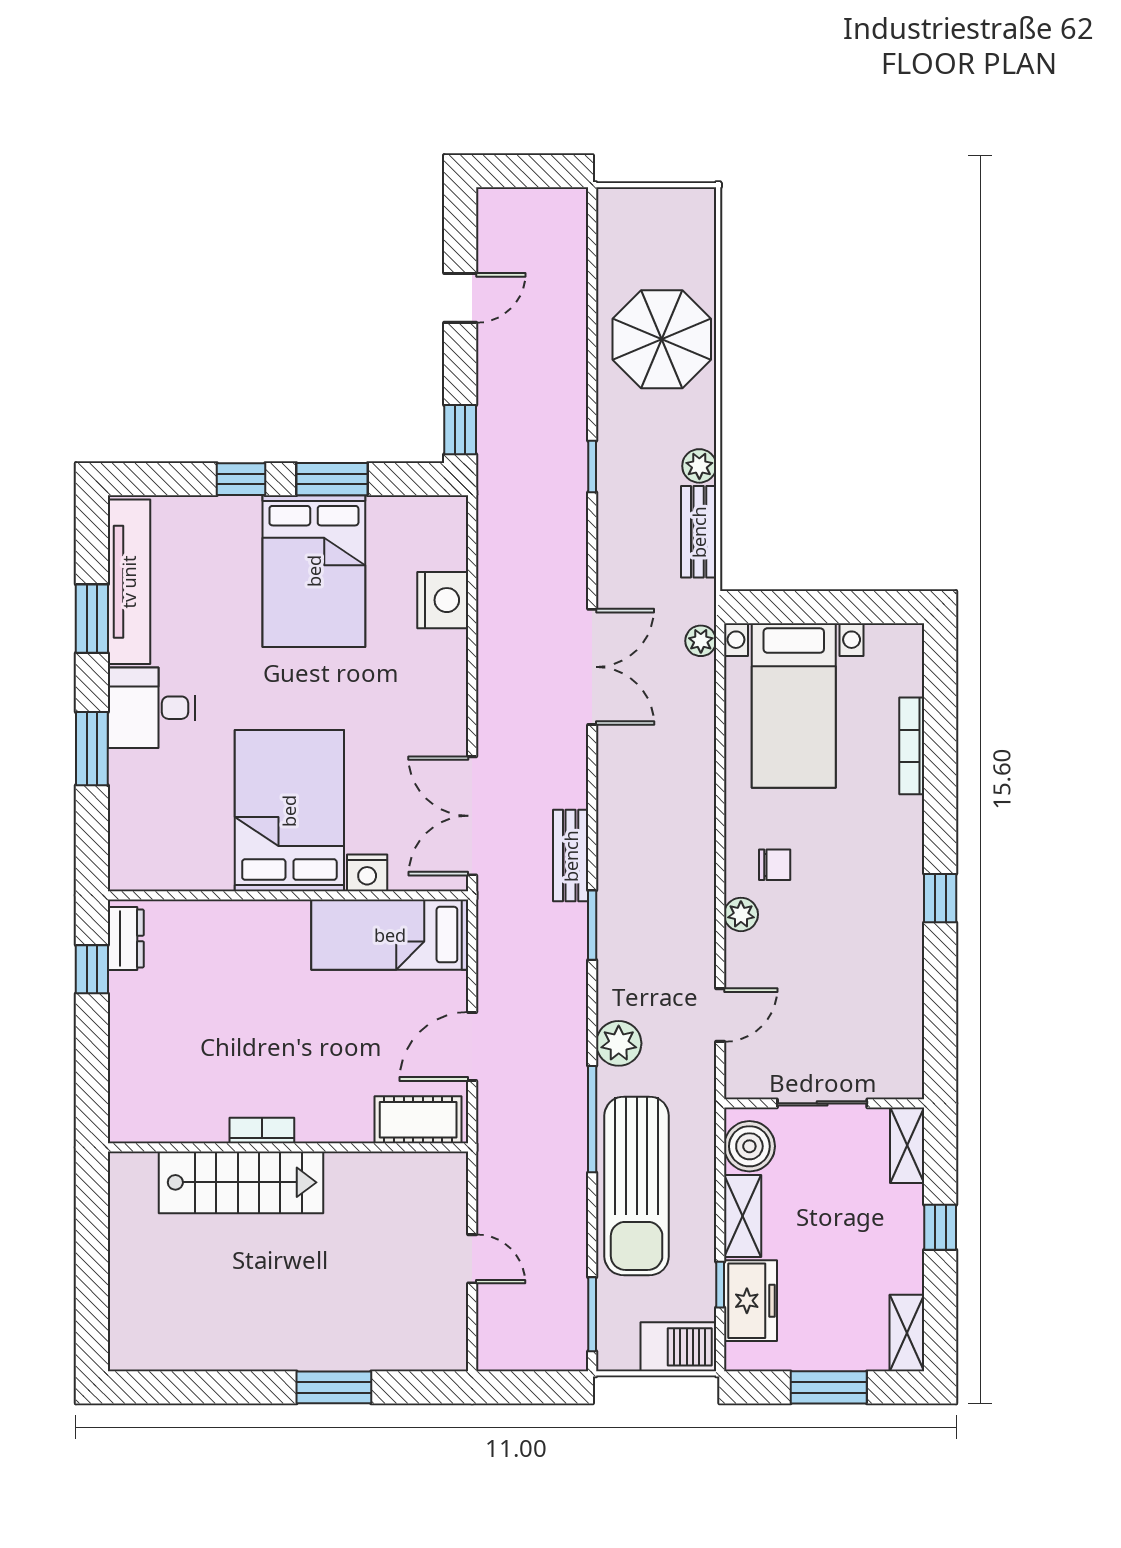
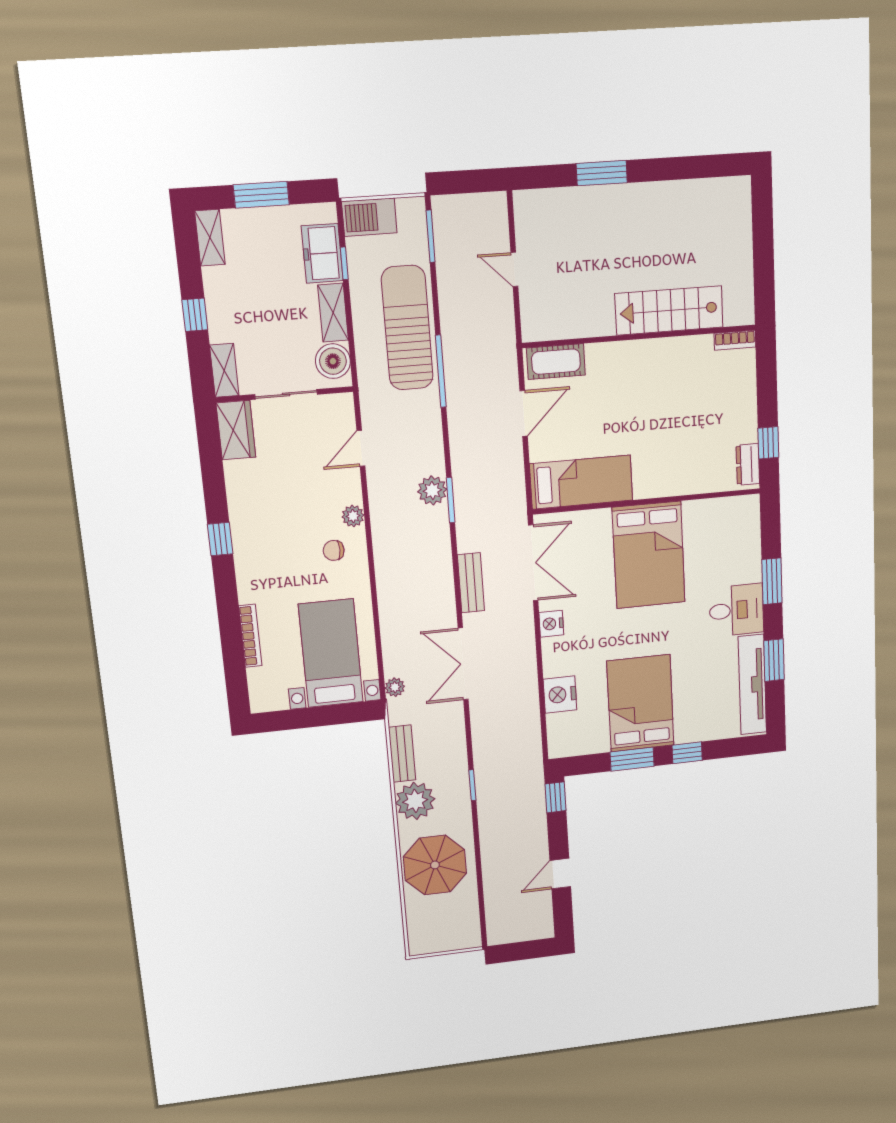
plant: (699, 466) -> (415, 801), width x1.88, depth x1.88
bench: (571, 856) -> (471, 583), moved
nightstand: (367, 873) -> (551, 624), moved, turned -90
plant: (619, 1043) -> (432, 490), moved
wardrobe: (900, 1057) -> (236, 430), added
bookcase: (262, 1130) -> (735, 340), moved

